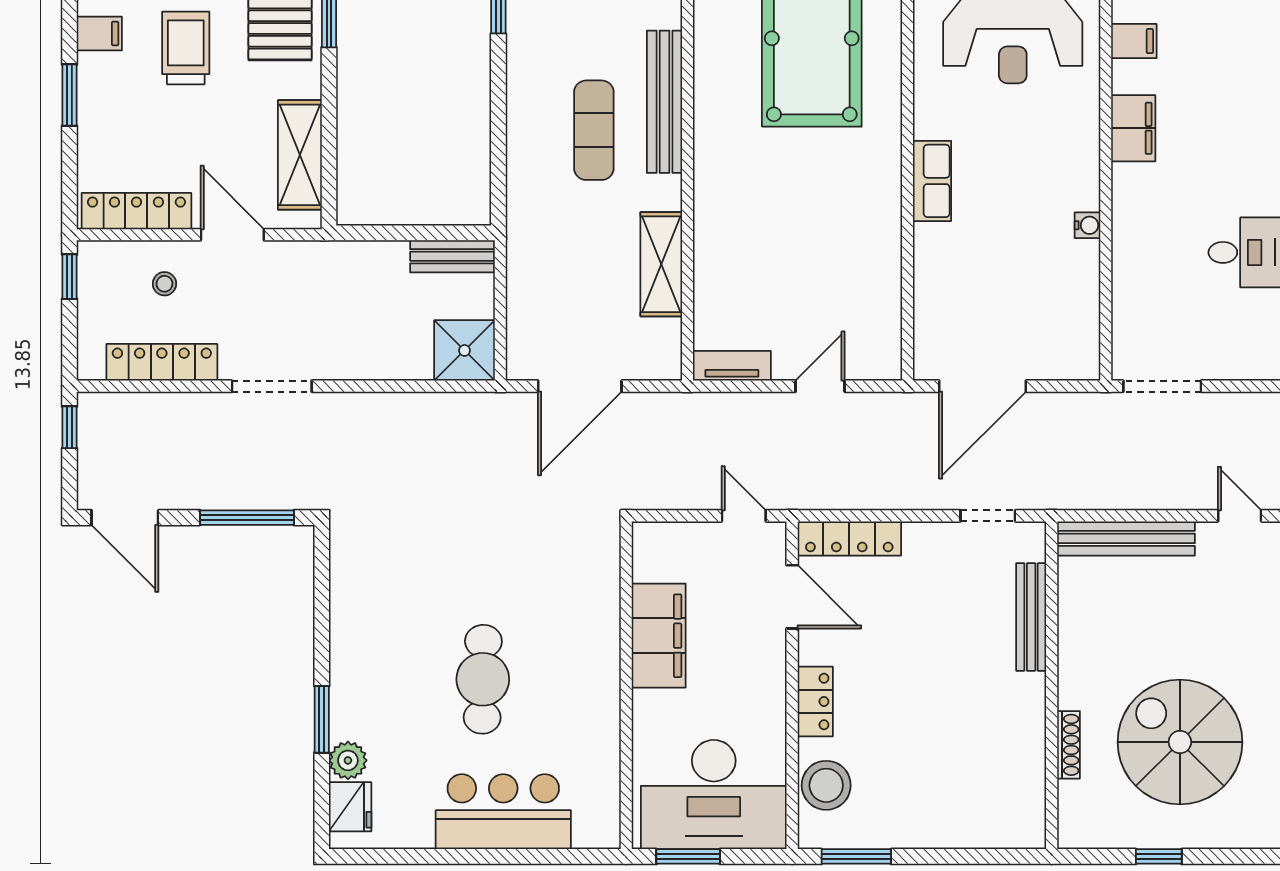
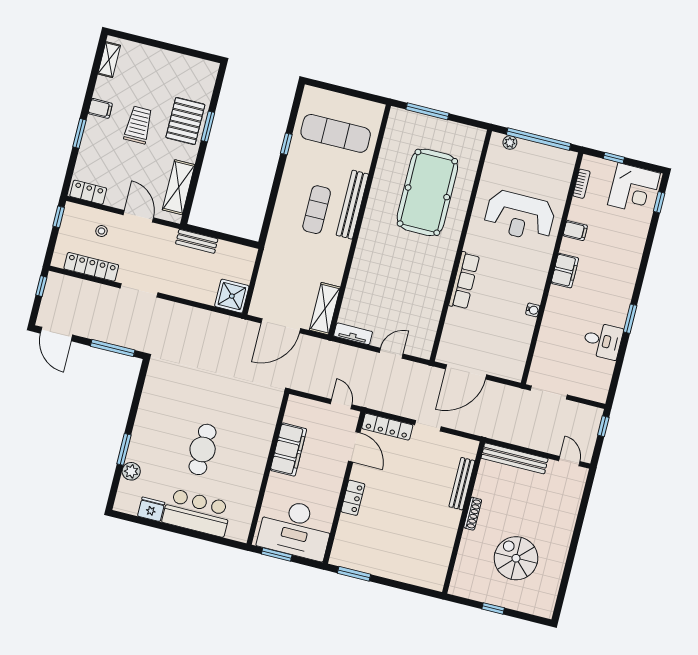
row of seats: (932, 181) -> (464, 281), width x1.48
locker: (136, 211) -> (88, 192), width x0.66
bench: (452, 256) -> (197, 241), moved
shelving: (661, 264) -> (325, 309), moved
doorway: (988, 516) -> (428, 426), moved
spiral stairs: (1180, 742) -> (516, 558), width x0.73, depth x0.73
shoe rack: (1068, 745) -> (473, 514), moved
stool: (826, 785) -> (348, 538), removed
fridge: (350, 807) -> (151, 509), moved, turned -90

